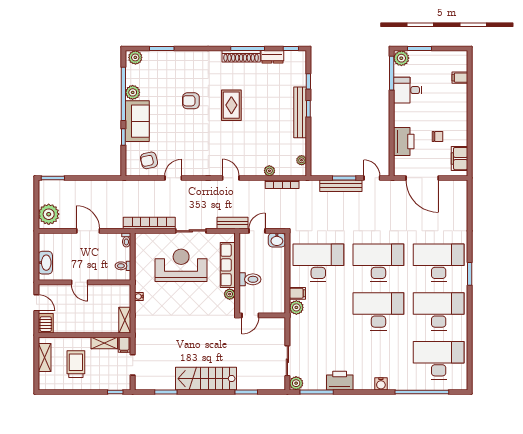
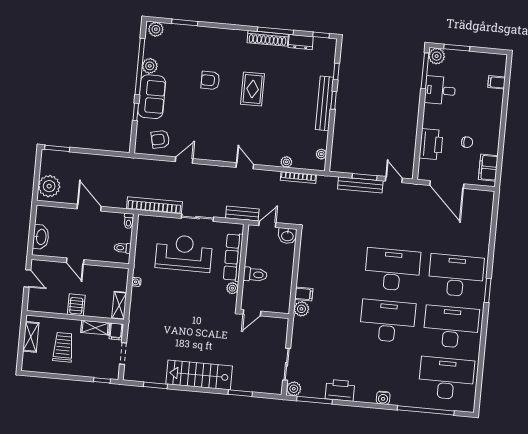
desk: (318, 263) -> (329, 264), removed
server rack: (46, 323) -> (76, 305), moved

